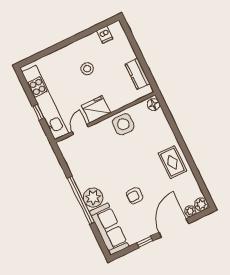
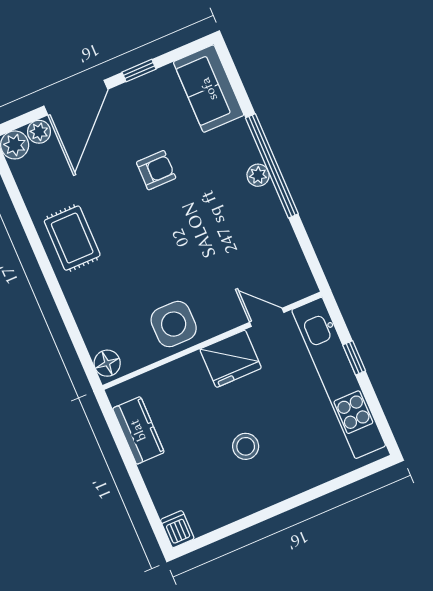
dishwasher: (105, 35) -> (177, 529), moved
door: (80, 129) -> (267, 317), swing flipped
plant: (93, 198) -> (258, 175), width x0.53, depth x0.53
sofa: (109, 229) -> (209, 89), width x0.73

